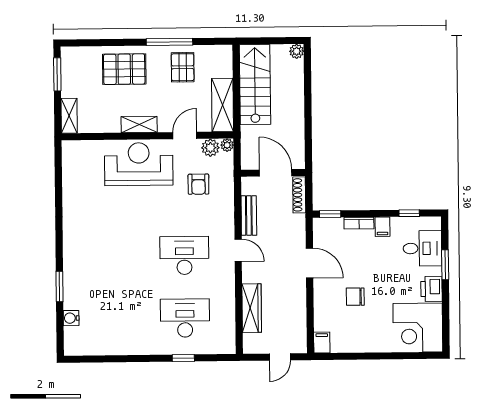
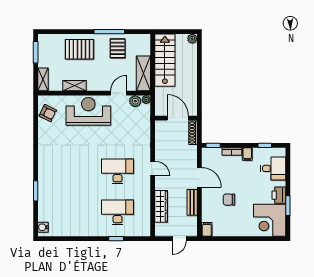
shelving: (139, 125) -> (74, 86), moved
armchair: (198, 184) -> (48, 113), moved, turned -64
bench: (249, 216) -> (192, 202), moved
window: (445, 265) -> (288, 206), moved
water cooler: (71, 318) -> (43, 227), moved

